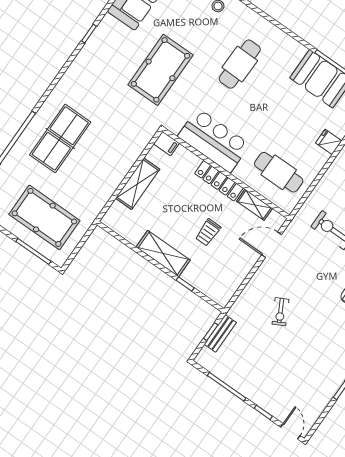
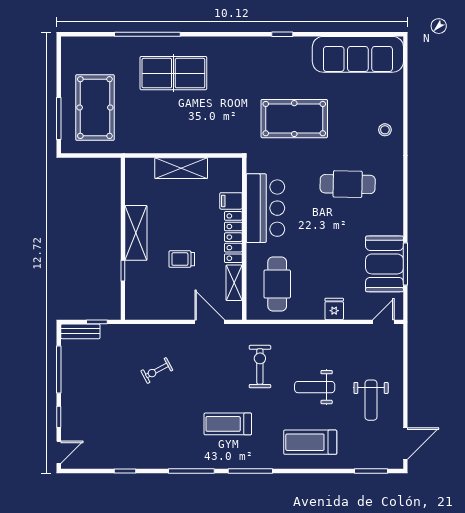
filing cabinet: (166, 143) -> (231, 201), moved, turned 90
bench: (220, 333) -> (80, 331), moved

